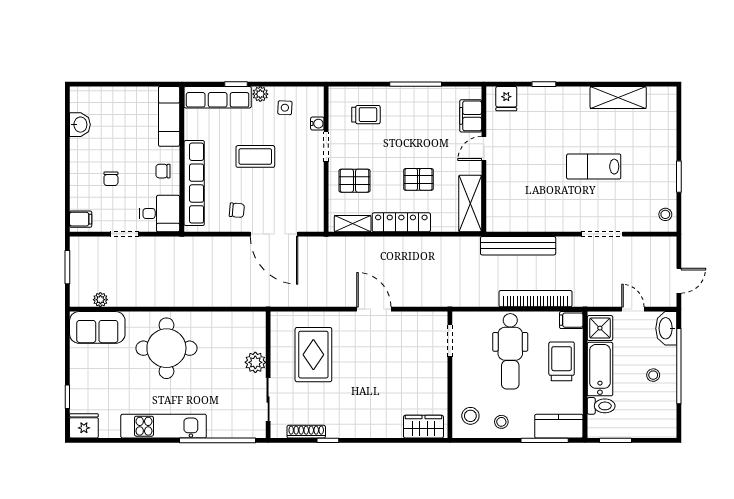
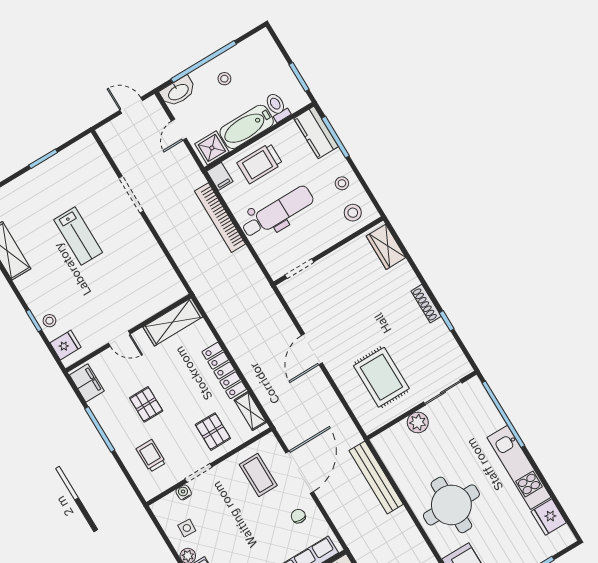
filing cabinet: (471, 116) -> (87, 383), moved, turned -90
coffee table: (255, 156) -> (258, 475), moved
pallet: (418, 179) -> (146, 404), moved
stool: (665, 214) -> (49, 321), moved
bench: (518, 246) -> (376, 477), moved
rug: (313, 355) -> (381, 377), turned 90
fridge: (84, 426) -> (549, 517), moved
shoe rack: (306, 432) -> (426, 304), moved

